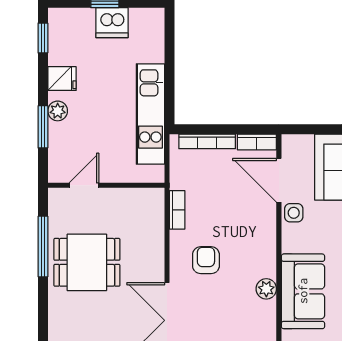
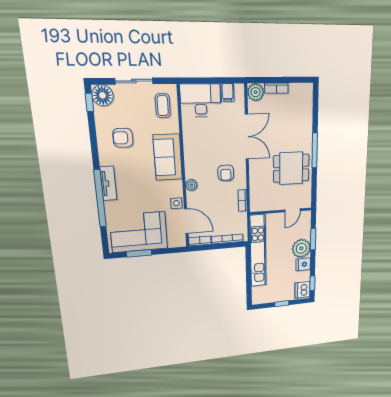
dishwasher: (112, 23) -> (303, 290), moved, turned -90
plant: (58, 111) -> (301, 248), width x1.87, depth x1.87
kitchen unit: (150, 114) -> (258, 251), width x1.36
window: (43, 246) -> (315, 150), moved
plant: (266, 289) -> (191, 185), moved

